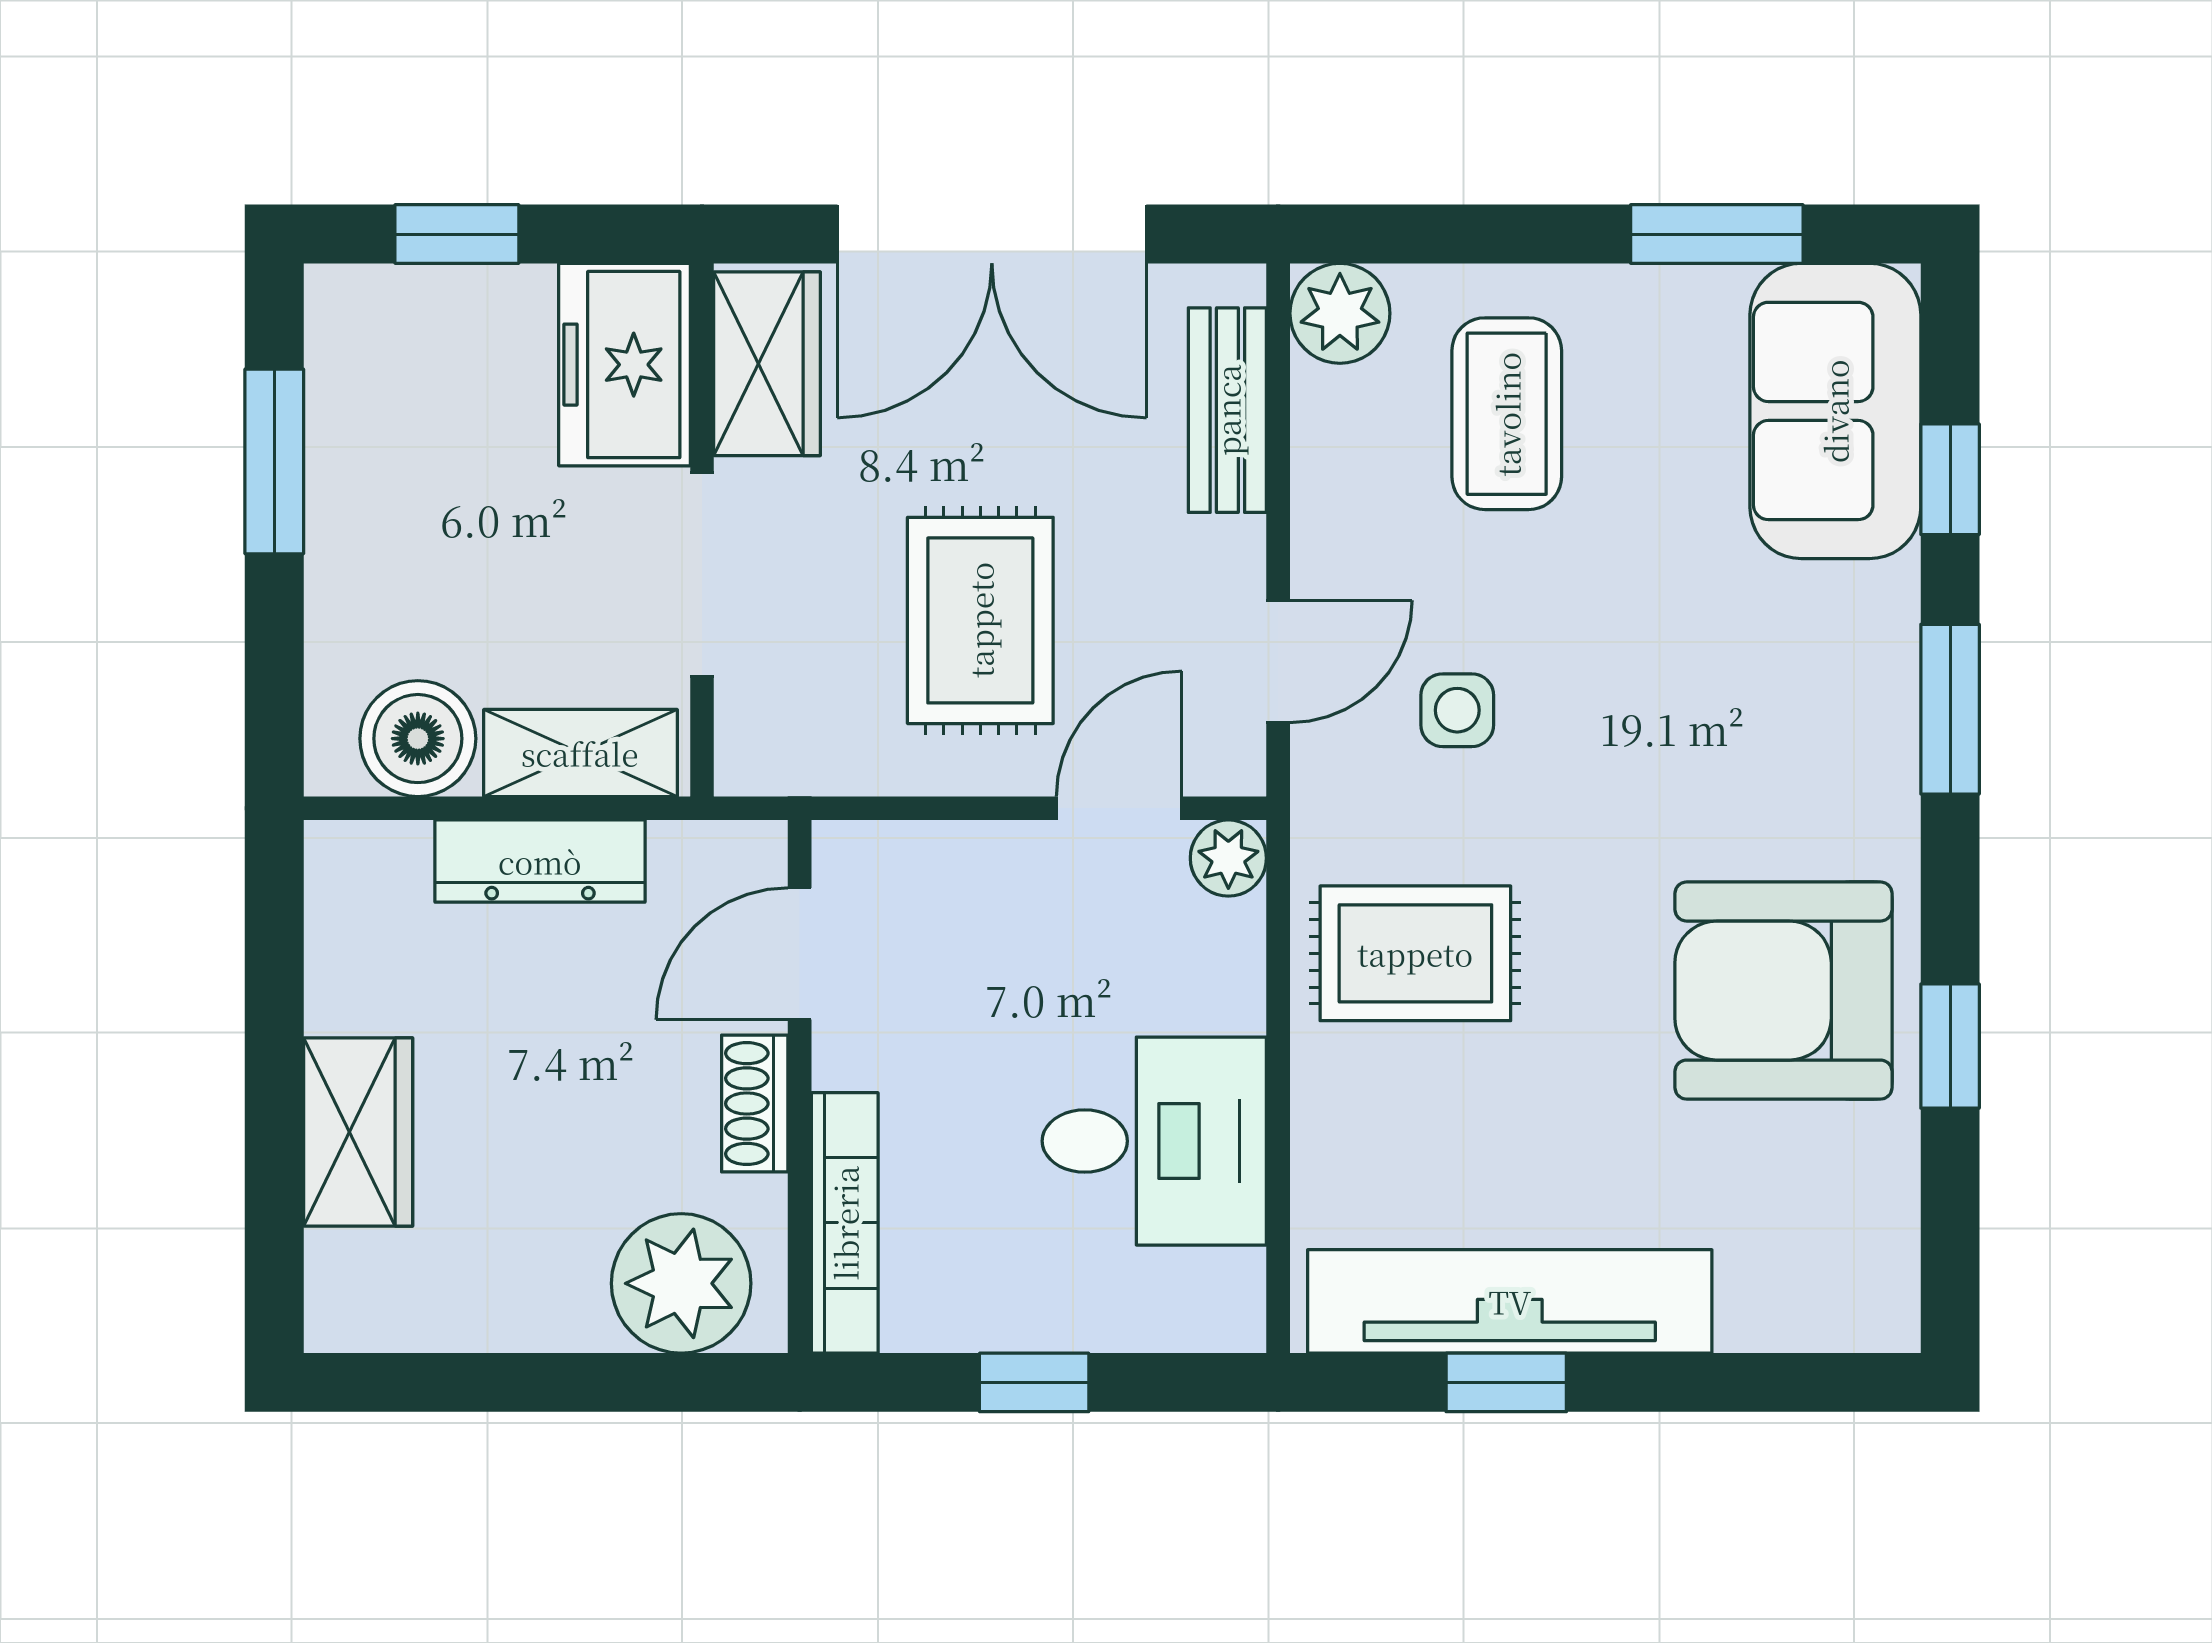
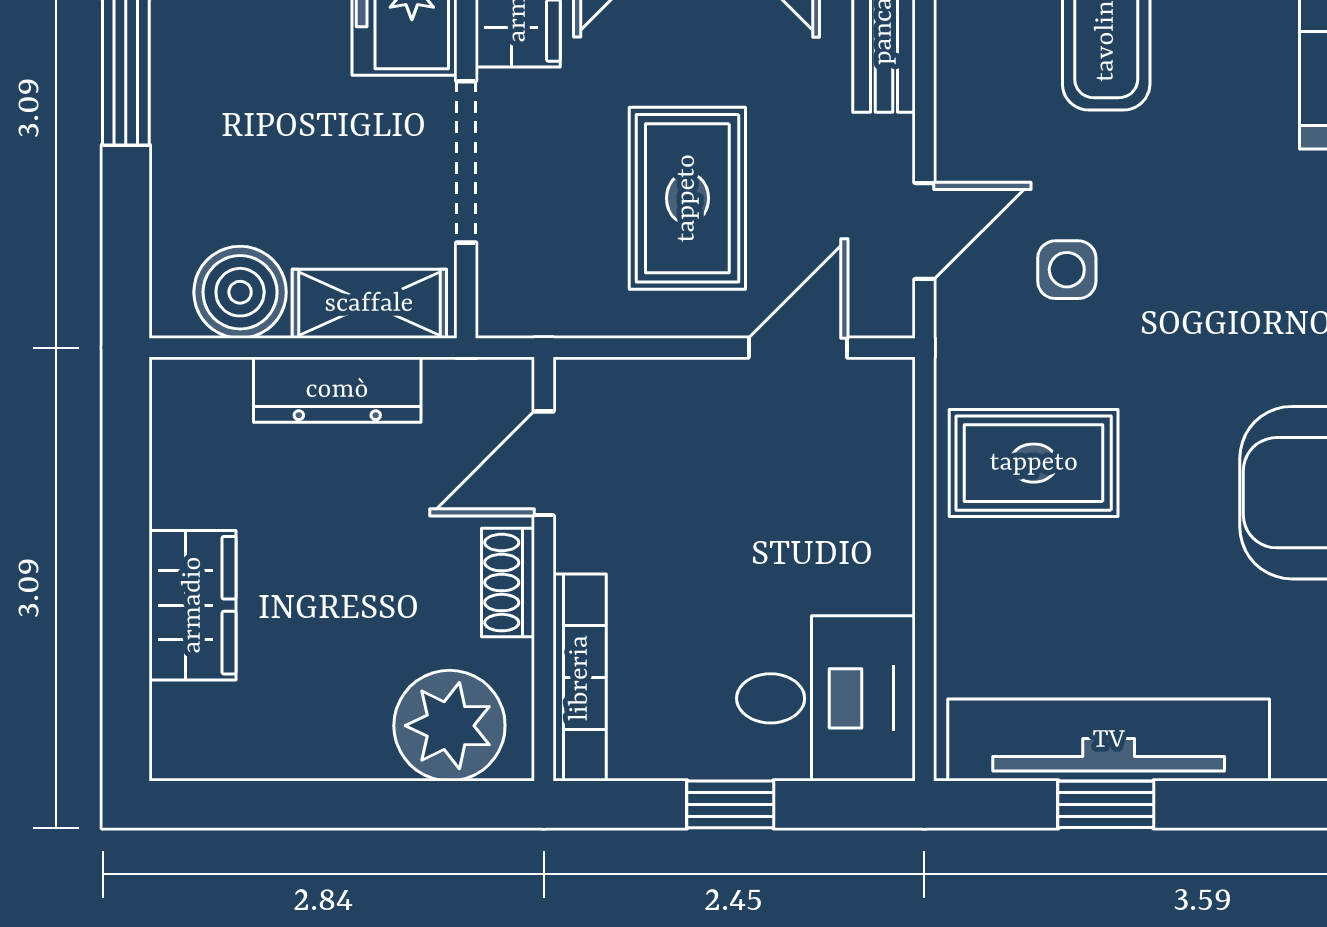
plant: (1228, 858) -> (885, 387), removed
desk: (1154, 1141) -> (826, 698), moved

